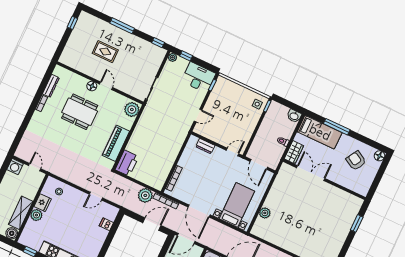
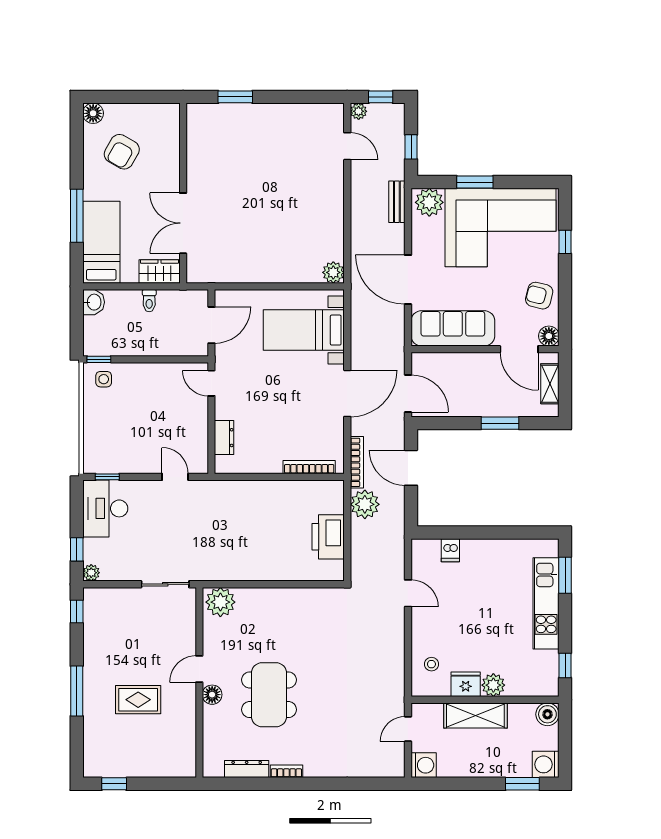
rug: (105, 52) -> (138, 700), turned 90
piano: (116, 143) -> (295, 602), removed
printer: (127, 163) -> (328, 537), moved, turned -90
shelving: (21, 213) -> (475, 715), moved
plant: (265, 213) -> (333, 272), moved

